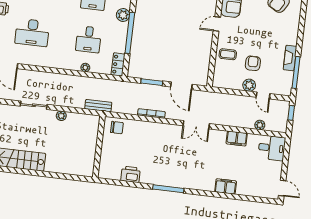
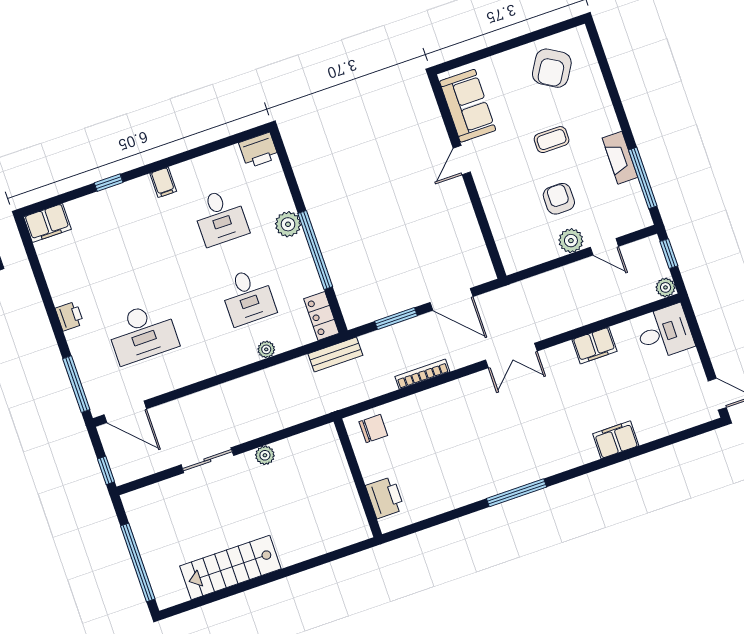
coffee table: (228, 54) -> (552, 140), moved
bench: (98, 106) -> (335, 355), moved
plant: (260, 125) -> (666, 287), moved
printer: (131, 174) -> (385, 498), moved, turned 90

